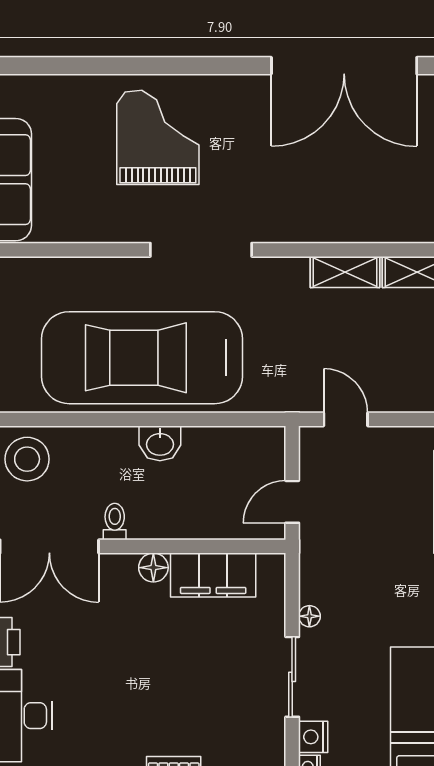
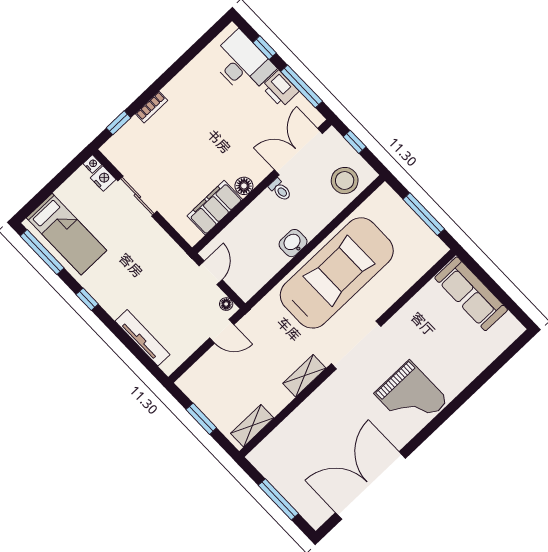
grand piano: (158, 137) -> (411, 397), moved
shelving: (345, 272) -> (304, 376), moved
floor lamp: (309, 616) -> (226, 304), moved

